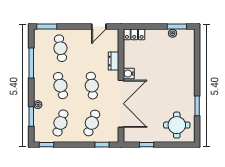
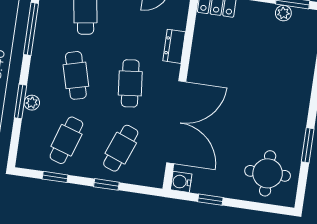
water cooler: (129, 74) -> (181, 182), moved
window: (31, 117) -> (20, 101), moved
window: (46, 145) -> (55, 177), moved
window: (102, 145) -> (106, 184), moved

